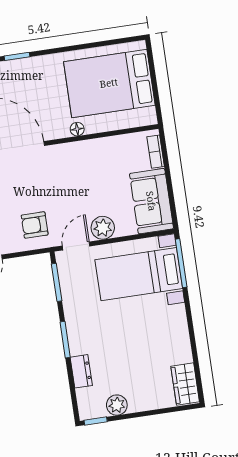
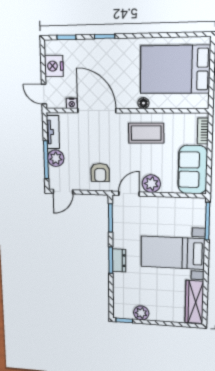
coffee table: (86, 165) -> (146, 133), added
armchair: (35, 225) -> (100, 172), turned -90
bed with nightstands: (139, 274) -> (173, 253), moved
dresser: (81, 371) -> (119, 260), moved
wardrobe: (185, 384) -> (194, 302), width x1.50

